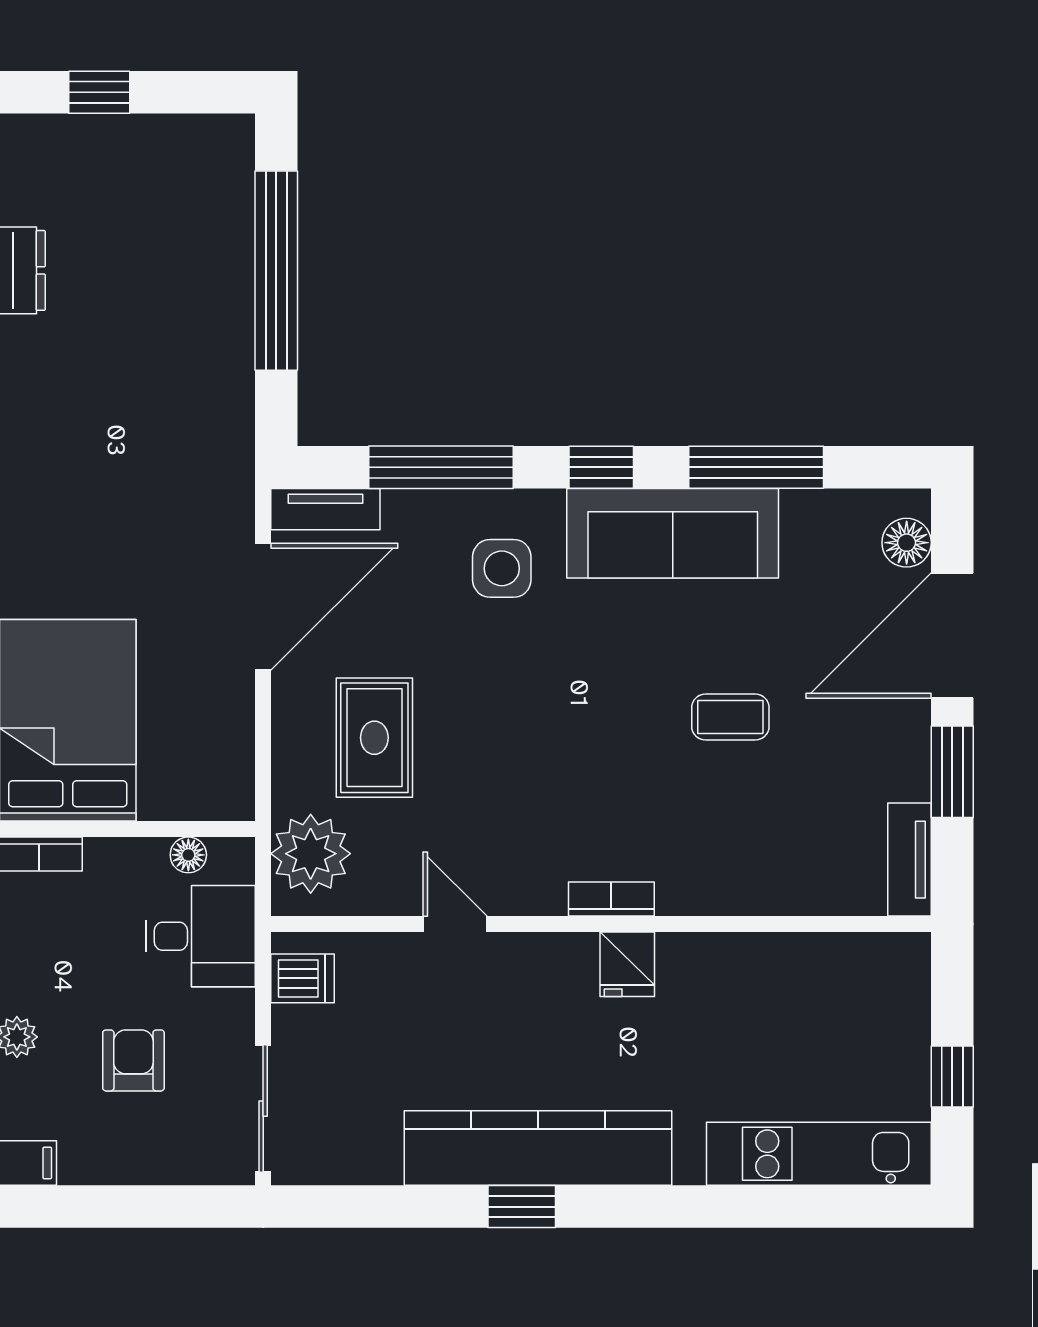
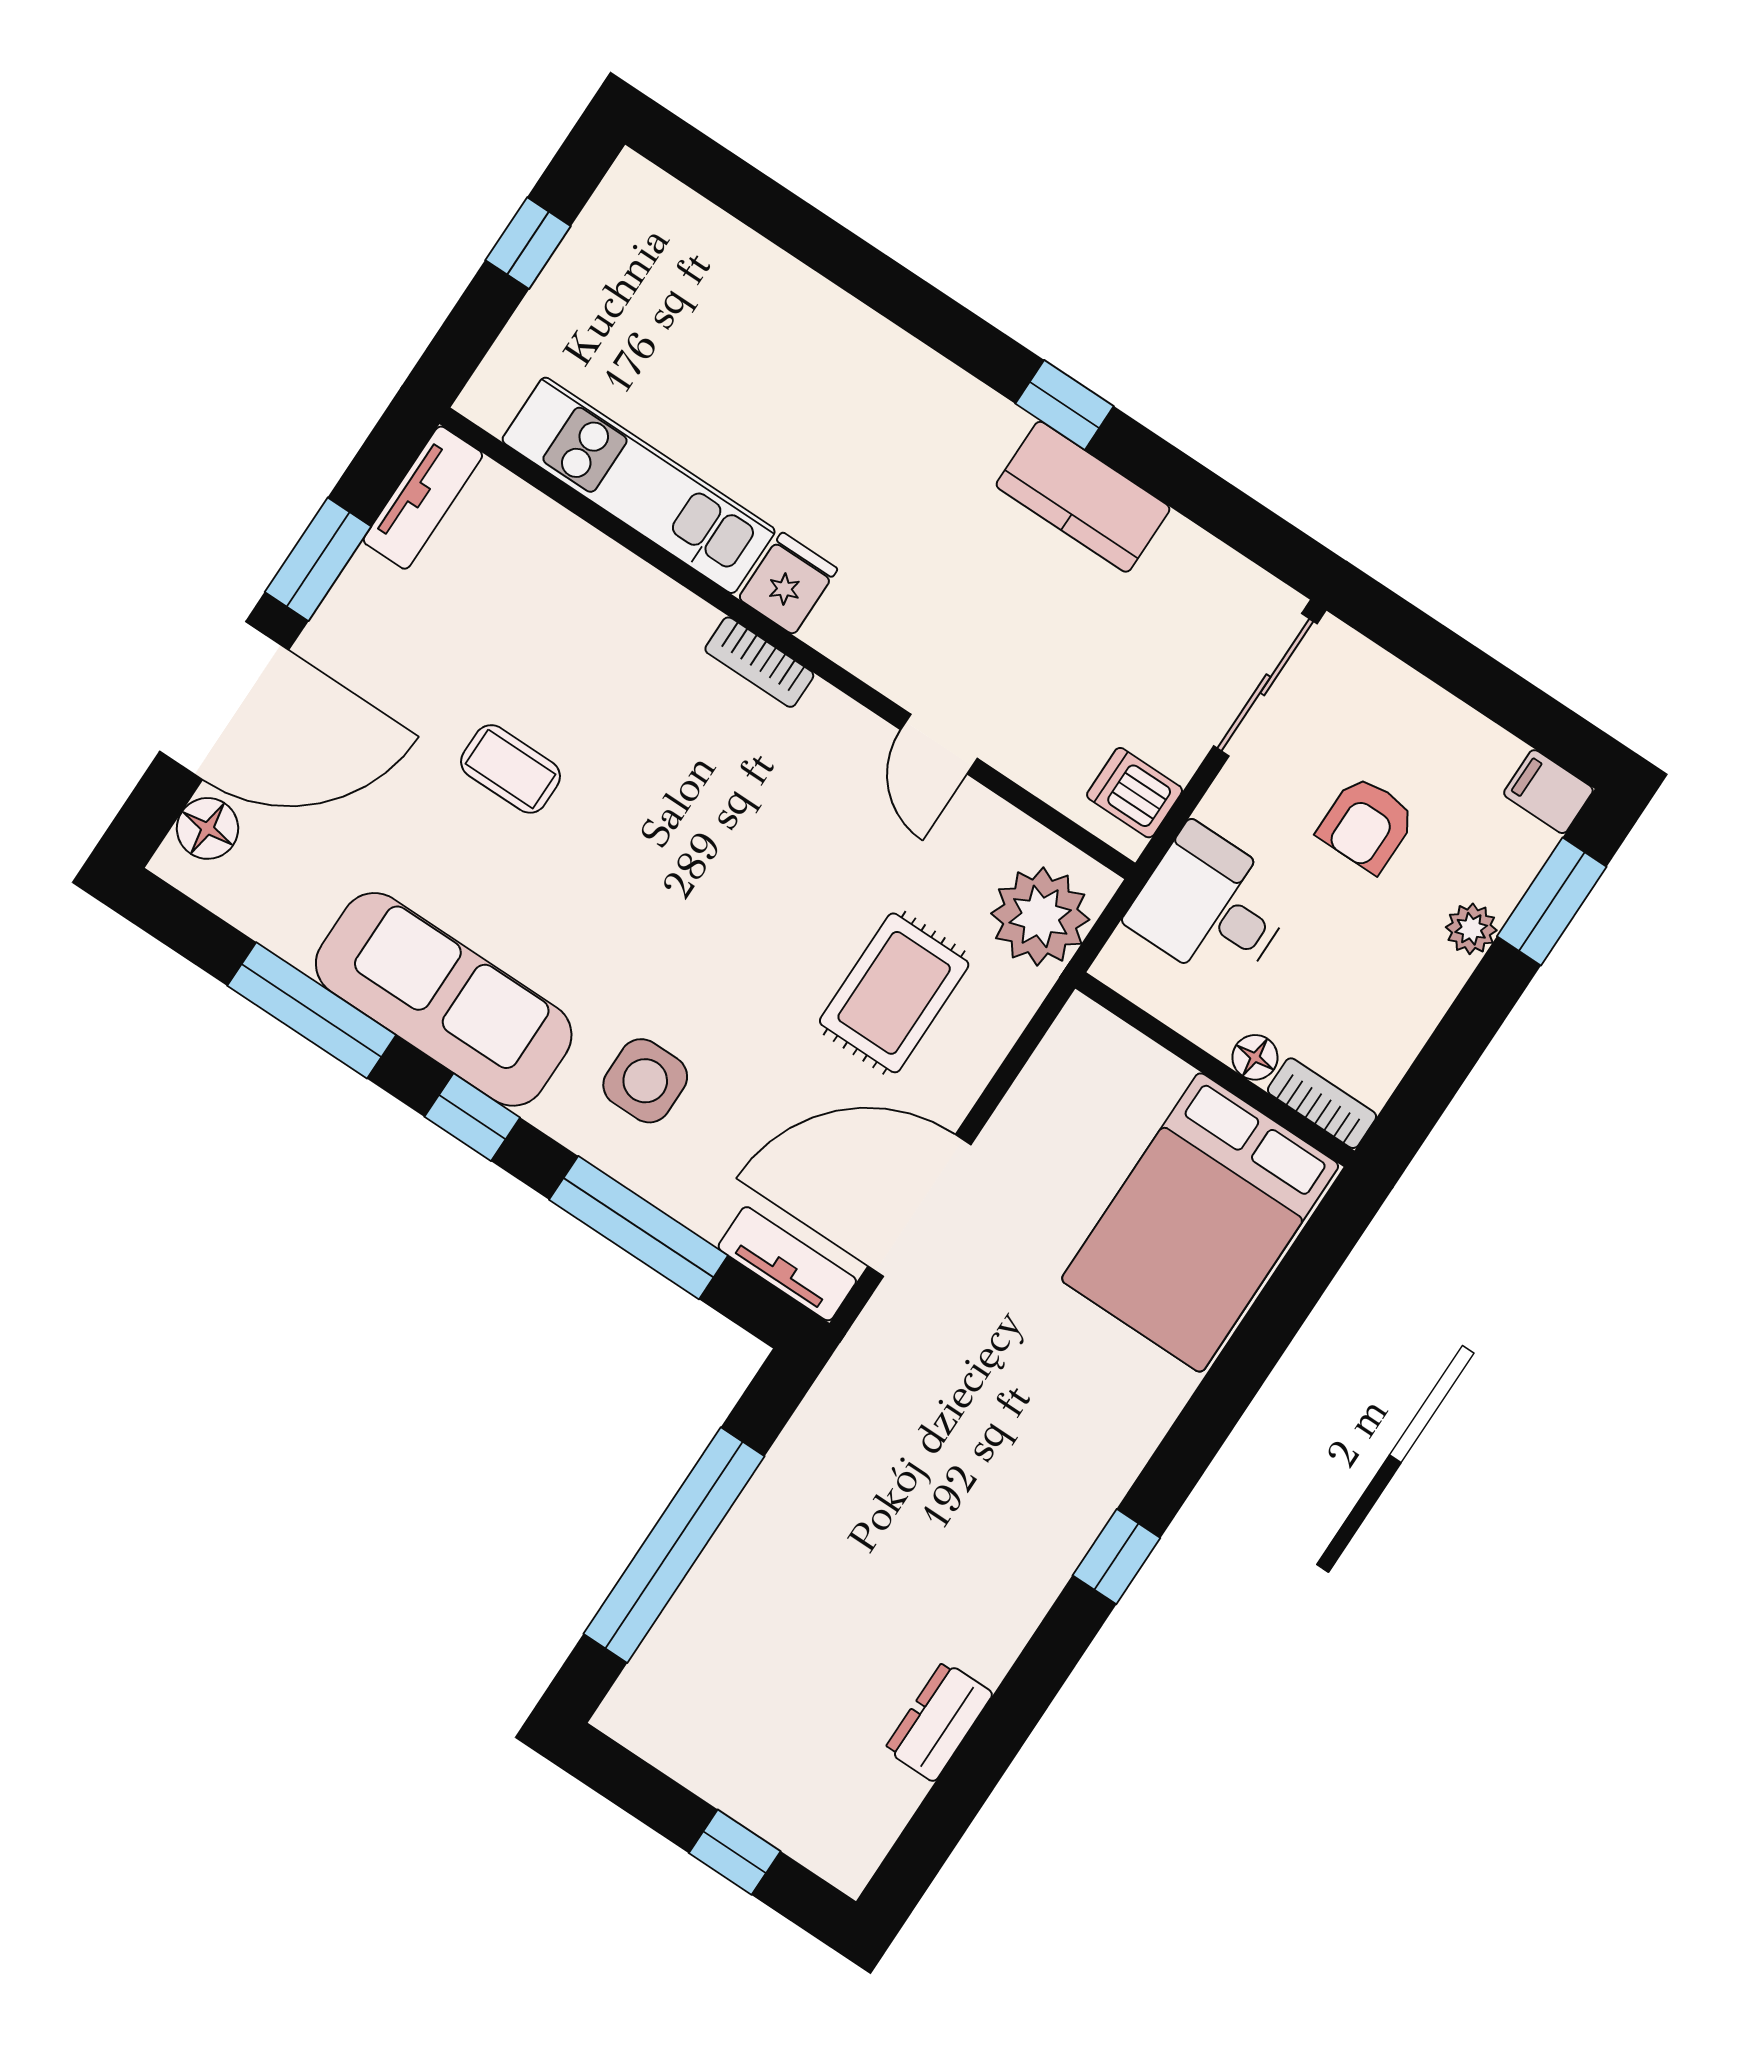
floor lamp: (188, 855) -> (1255, 1057), moved
kitchen counter: (538, 1148) -> (1083, 497), width x0.48, depth x0.86
kitchen unit: (819, 1154) -> (639, 485), moved, turned 180

